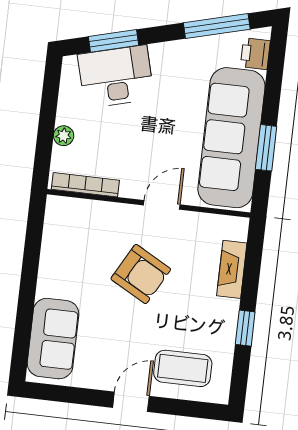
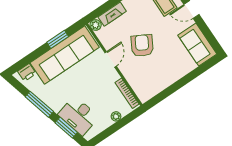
window: (217, 26) -> (39, 104), moved
door: (162, 205) -> (111, 59), swing flipped
plant: (237, 228) -> (96, 25), added
sofa: (53, 339) -> (197, 45), moved, turned -90

